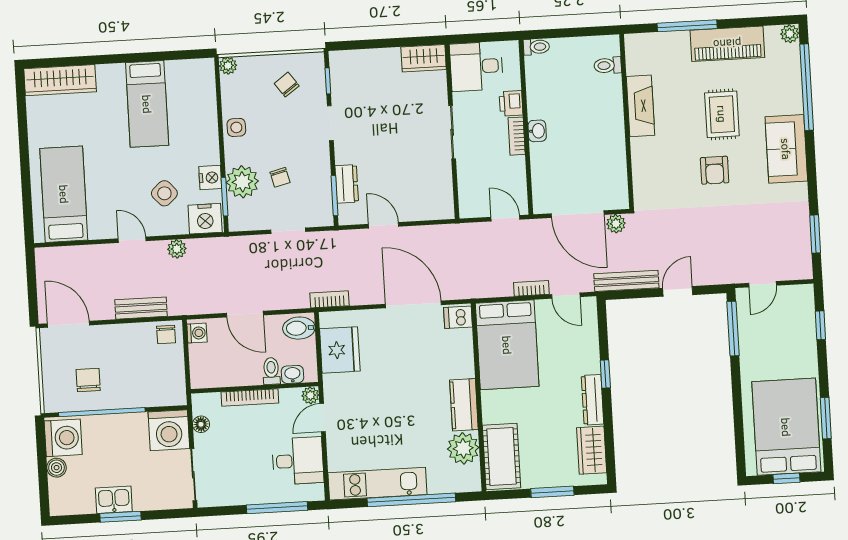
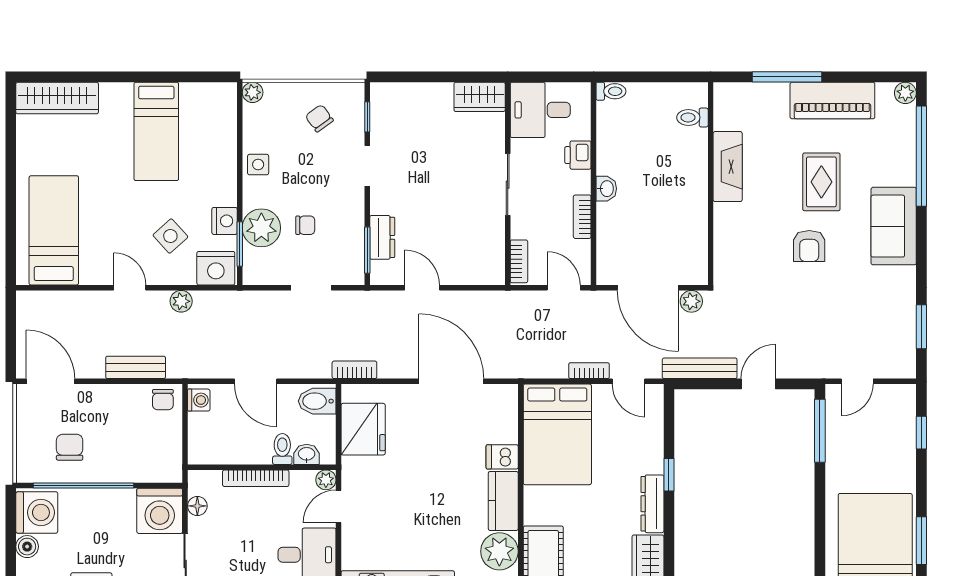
bookcase: (517, 136) -> (582, 217), moved
chair: (280, 177) -> (305, 225), turned -76
bookcase: (466, 198) -> (519, 261), added
dishwasher: (458, 317) -> (502, 457), moved

